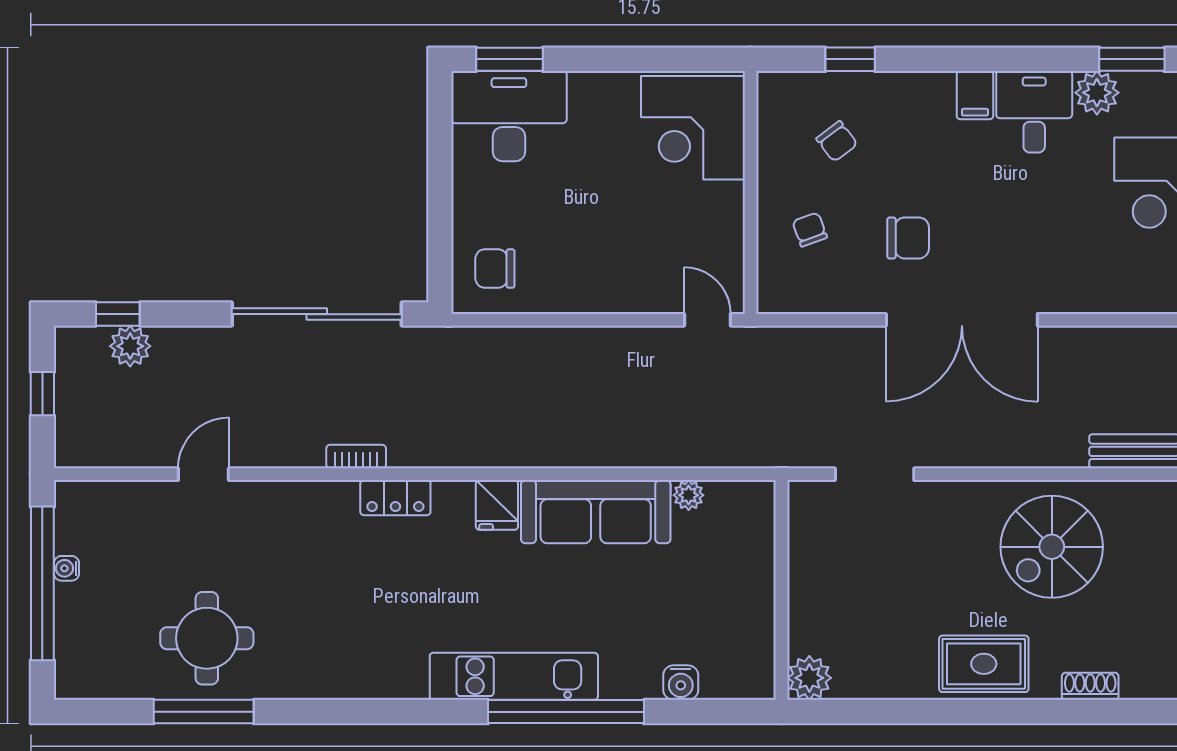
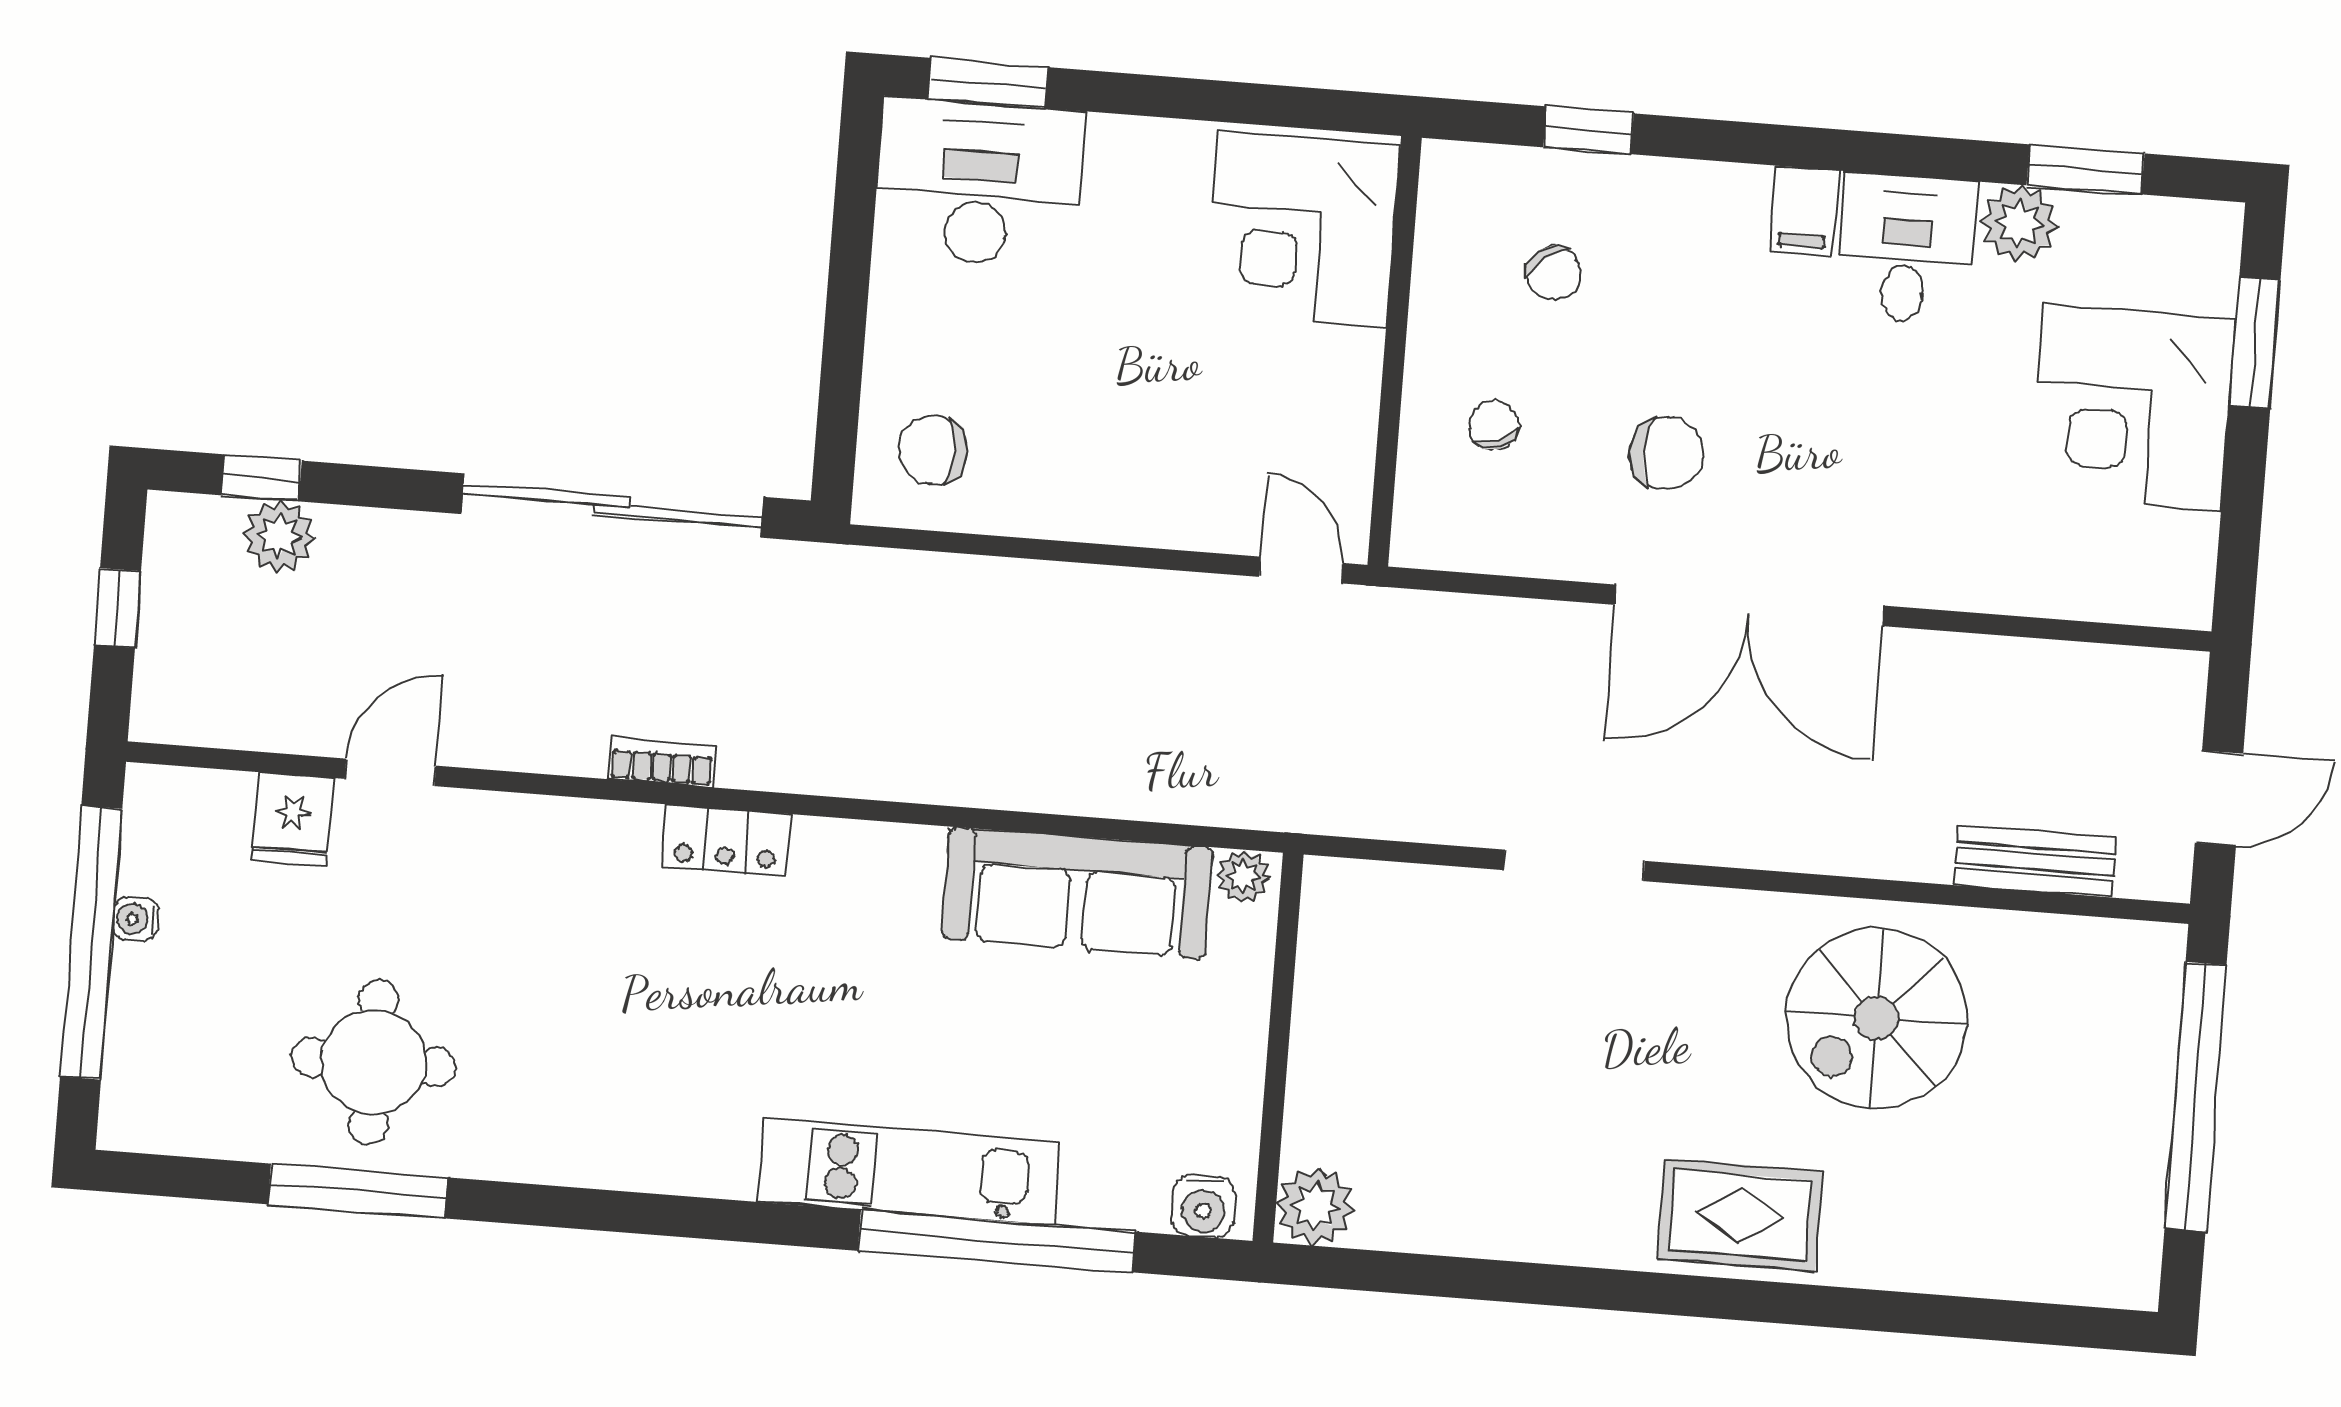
fridge: (497, 505) -> (292, 819), moved
wall: (781, 590) -> (1278, 1048), moved
plant: (809, 678) -> (1315, 1207), moved
shoe rack: (1090, 686) -> (1925, 1269), removed

